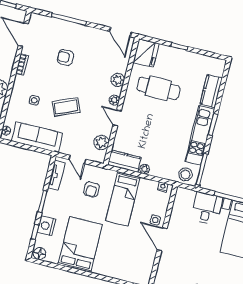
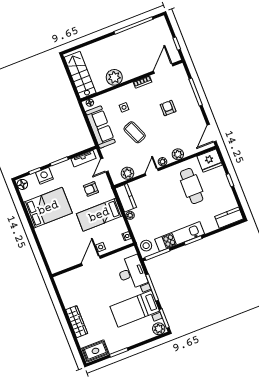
kitchen counter: (211, 91) -> (229, 218), moved
desk: (207, 208) -> (132, 272), width x1.37

